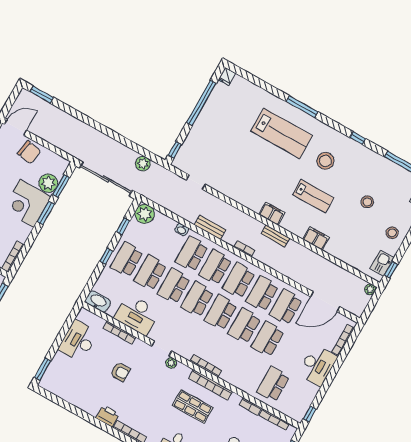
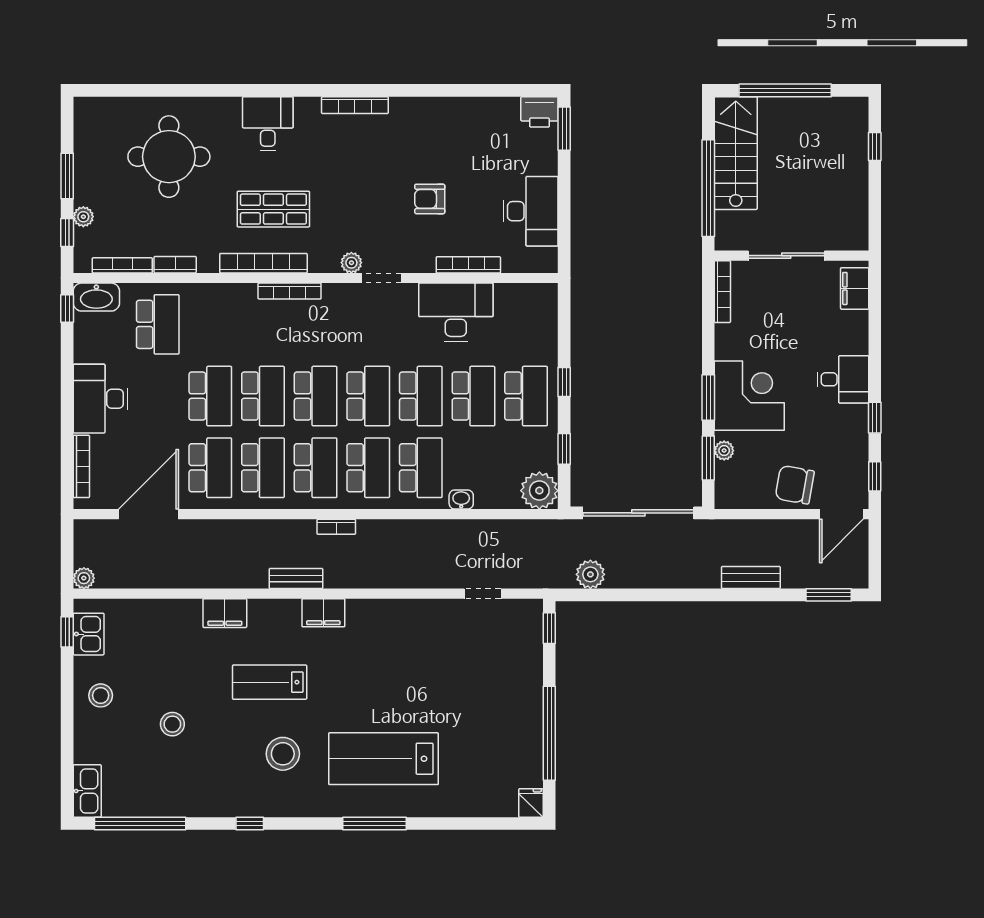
plant: (48, 183) -> (724, 451), width x0.53, depth x0.53
bench: (210, 227) -> (751, 578), moved
washbasin: (98, 301) -> (96, 297), moved
printer: (108, 416) -> (539, 112), moved

